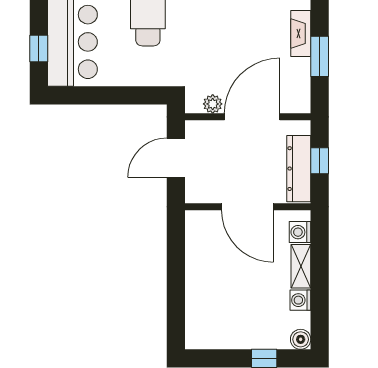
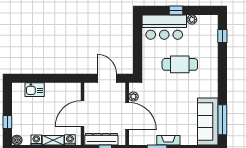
window: (39, 48) -> (176, 10), moved
kitchen sink: (199, 303) -> (35, 90), added

